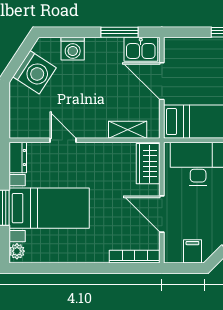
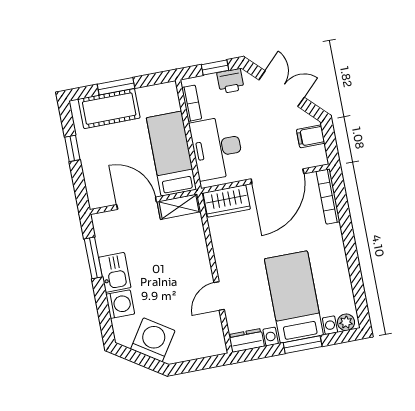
kitchen sink: (141, 49) -> (115, 272), moved
door: (162, 81) -> (137, 203), swing flipped
shelving: (128, 130) -> (179, 207), moved, turned 90
door: (162, 214) -> (277, 176), width x1.36

